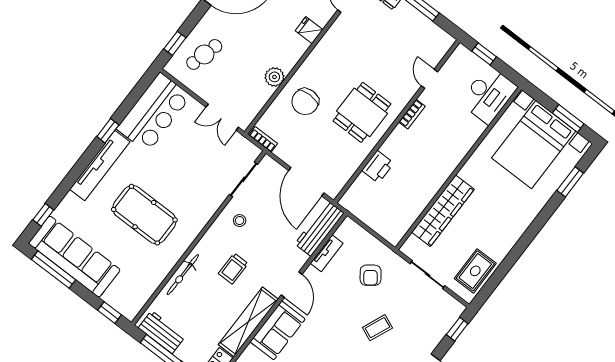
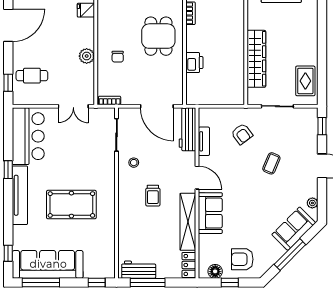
cafe table: (204, 54) -> (32, 76), turned 75
chair: (305, 102) -> (118, 57), width x0.54, depth x0.54
bicycle: (183, 275) -> (124, 224), removed

